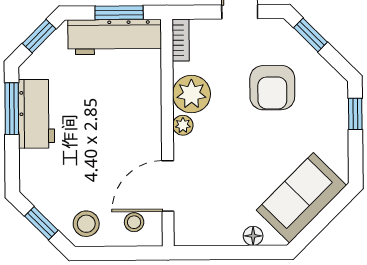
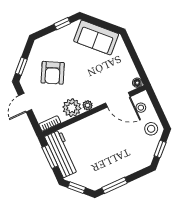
armchair: (272, 88) -> (53, 73), turned 118
workbench: (36, 114) -> (112, 173), removed
window: (355, 114) -> (62, 24), moved
floor lamp: (253, 236) -> (137, 83), moved

